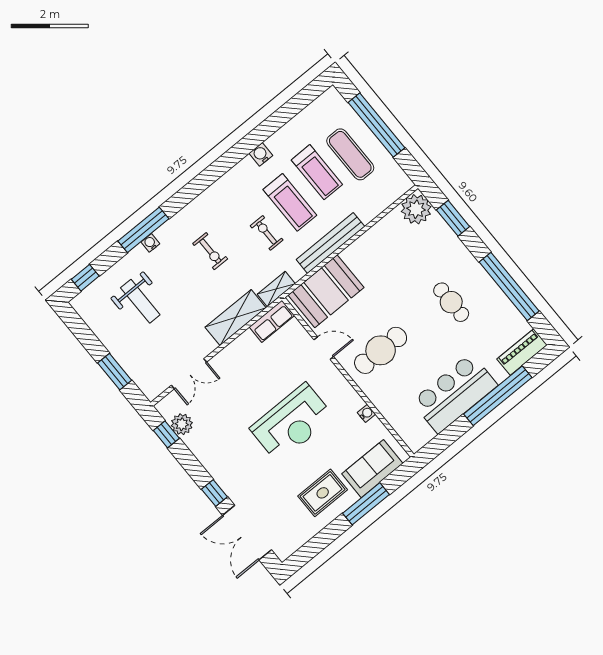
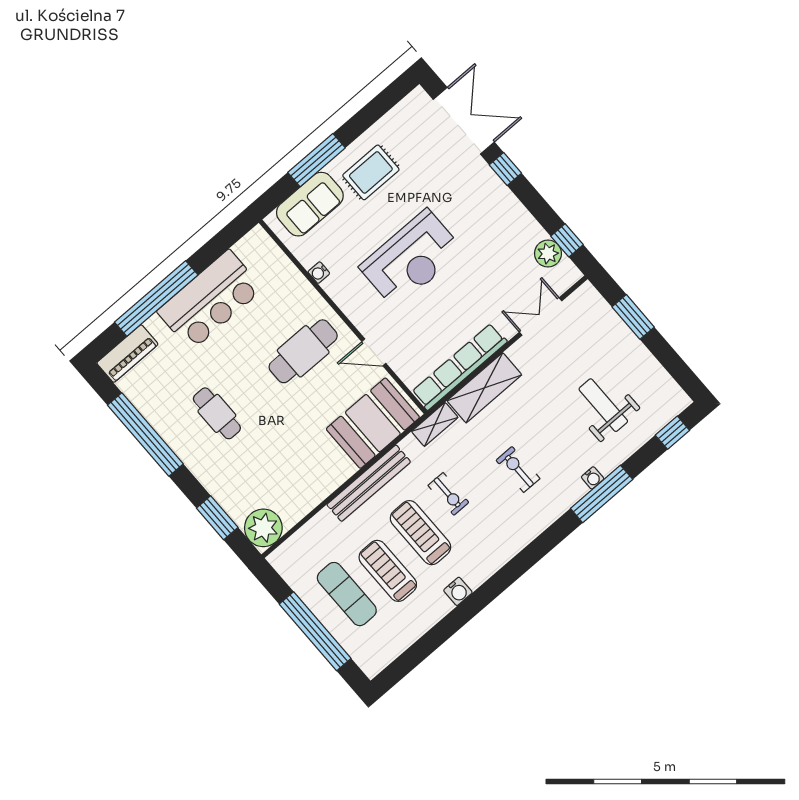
row of seats: (272, 321) -> (459, 367), width x2.02
reception desk: (292, 423) -> (411, 259), turned 180

